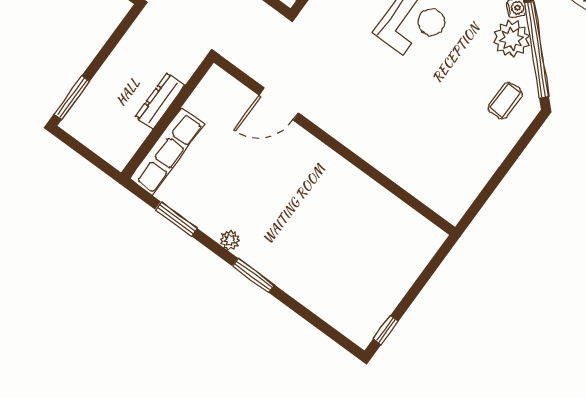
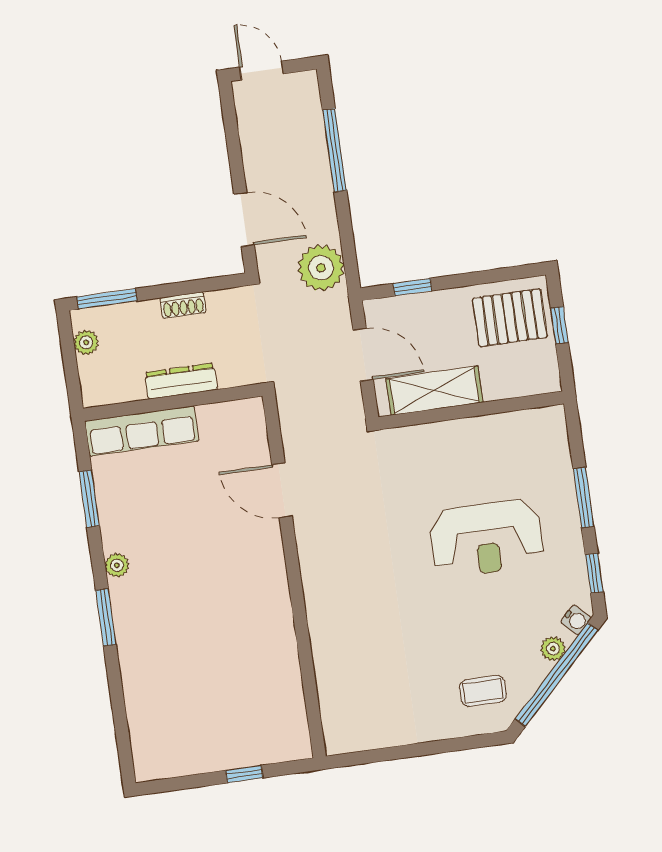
plant: (511, 38) -> (553, 649), width x0.53, depth x0.53
shoe rack: (118, 58) -> (183, 305), added
plant: (85, 134) -> (86, 342), added
window: (386, 330) -> (244, 774), moved

